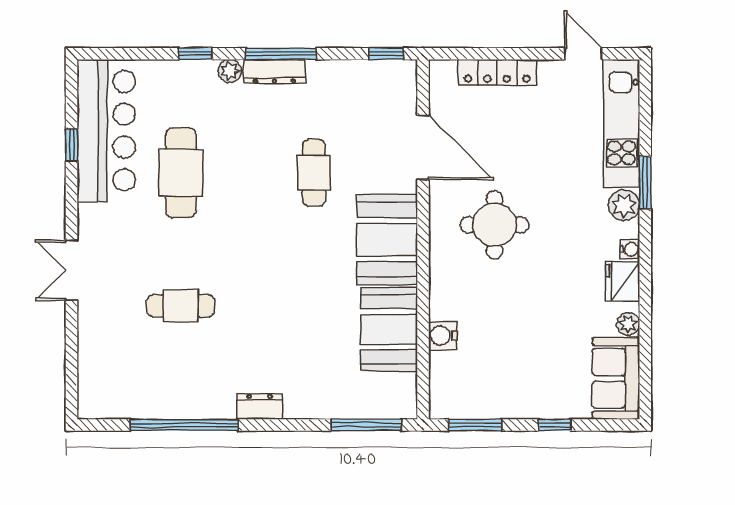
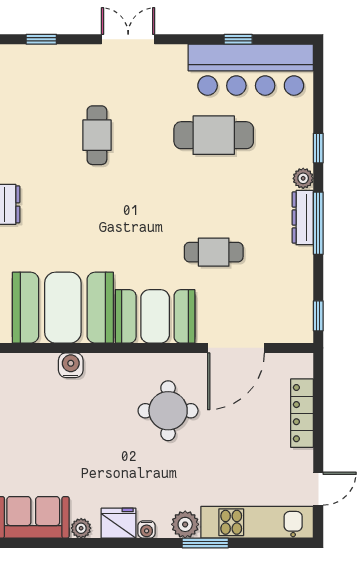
booth: (389, 329) -> (63, 308), width x1.36, depth x1.42
window: (72, 369) -> (41, 39), added

